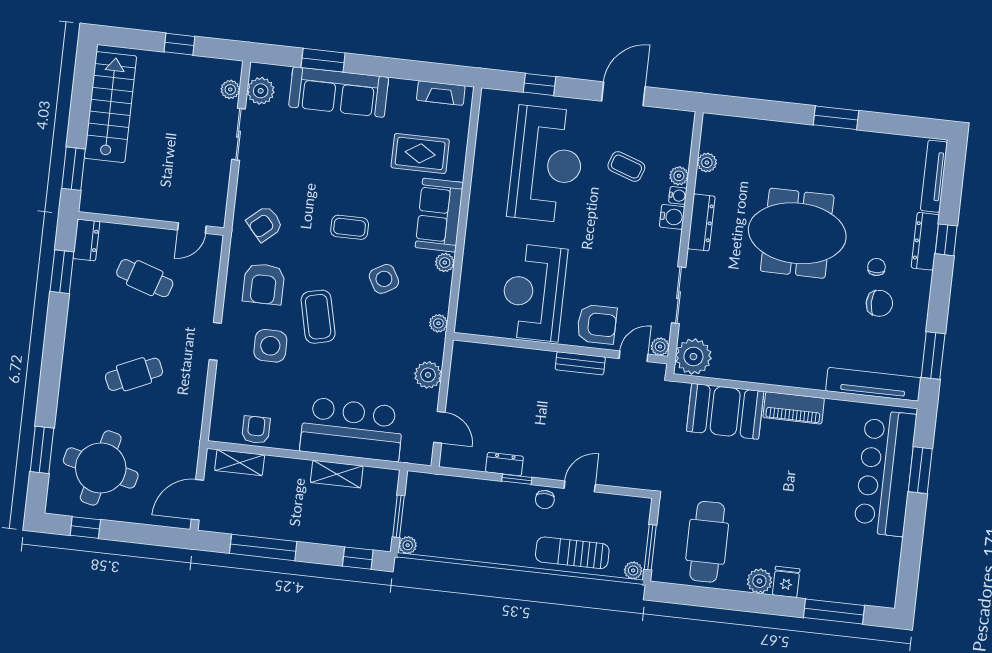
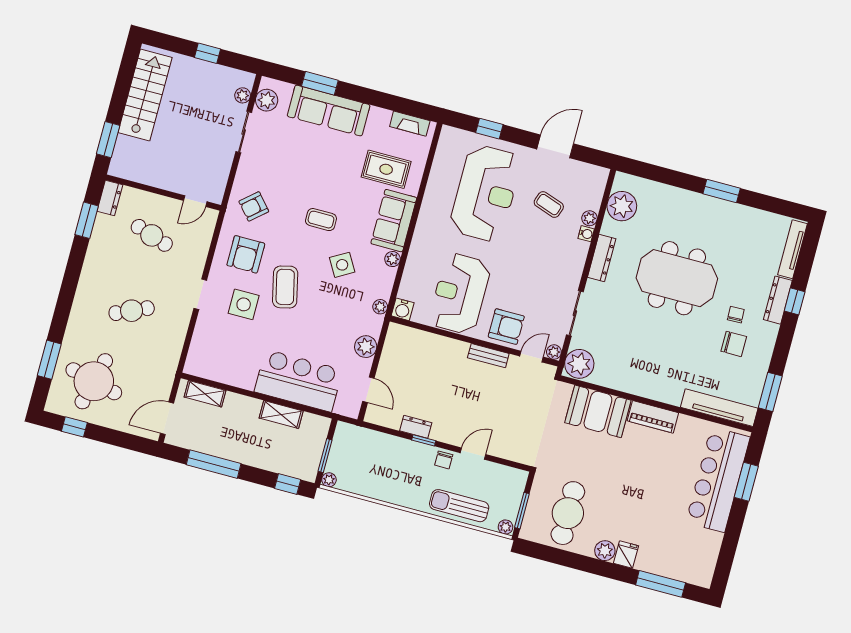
plant: (707, 163) -> (622, 206), width x1.87, depth x1.87
water cooler: (672, 217) -> (403, 309), moved, turned 90
armchair: (256, 430) -> (222, 370), removed

